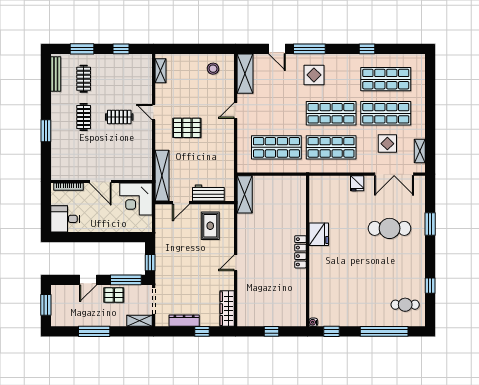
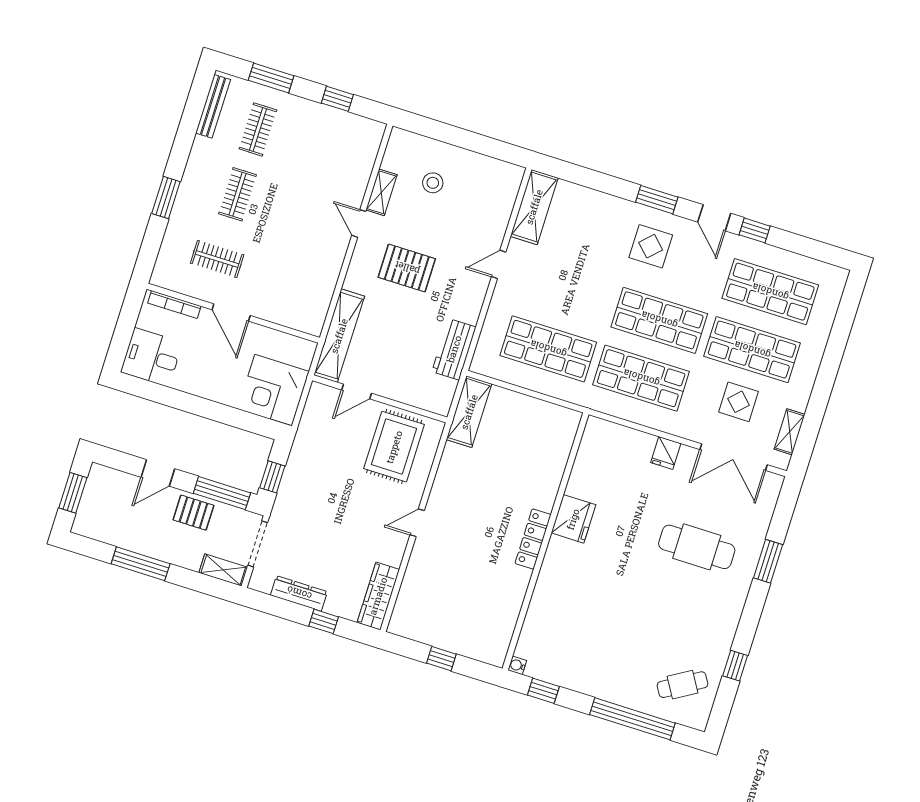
door: (277, 49) -> (714, 218), moved
window: (309, 49) -> (657, 200), width x0.69
stool: (213, 69) -> (433, 183), moved
shelving: (161, 71) -> (381, 192), moved
clothes rail: (119, 117) -> (217, 259), moved
workbench: (208, 193) -> (454, 349), moved, turned -90
corner desk: (136, 199) -> (273, 390), moved
rug: (210, 226) -> (394, 447), width x1.36, depth x1.43
cafe table: (405, 305) -> (682, 685), turned -31

